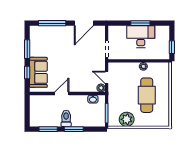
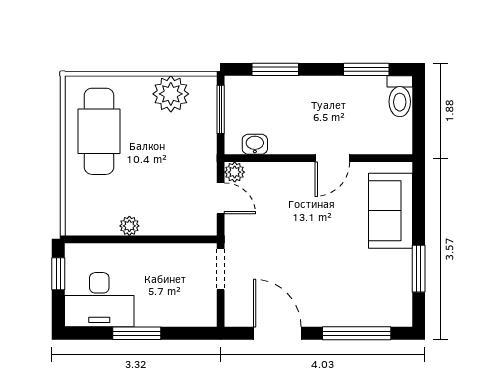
door: (84, 23) -> (277, 333), hinge flipped
desk: (141, 37) -> (99, 300), moved
window: (27, 73) -> (419, 210), removed
cafe table: (147, 95) -> (99, 131), moved
toilet: (66, 118) -> (400, 96), moved
window: (74, 129) -> (275, 69), moved

